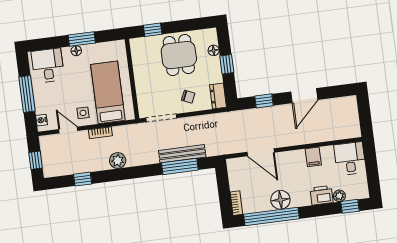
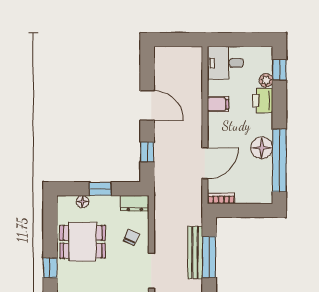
bookcase: (236, 203) -> (221, 198), moved

